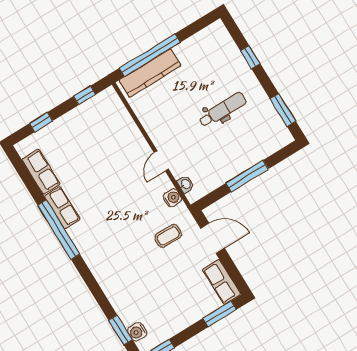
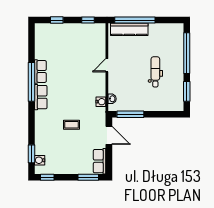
window: (250, 57) -> (187, 53), width x3.17
dental chair: (223, 110) -> (155, 72), turned -90
door: (161, 161) -> (107, 65), moved
row of seats: (41, 172) -> (41, 97), moved
window: (247, 176) -> (130, 114), moved
coffee table: (168, 236) -> (72, 125), moved

